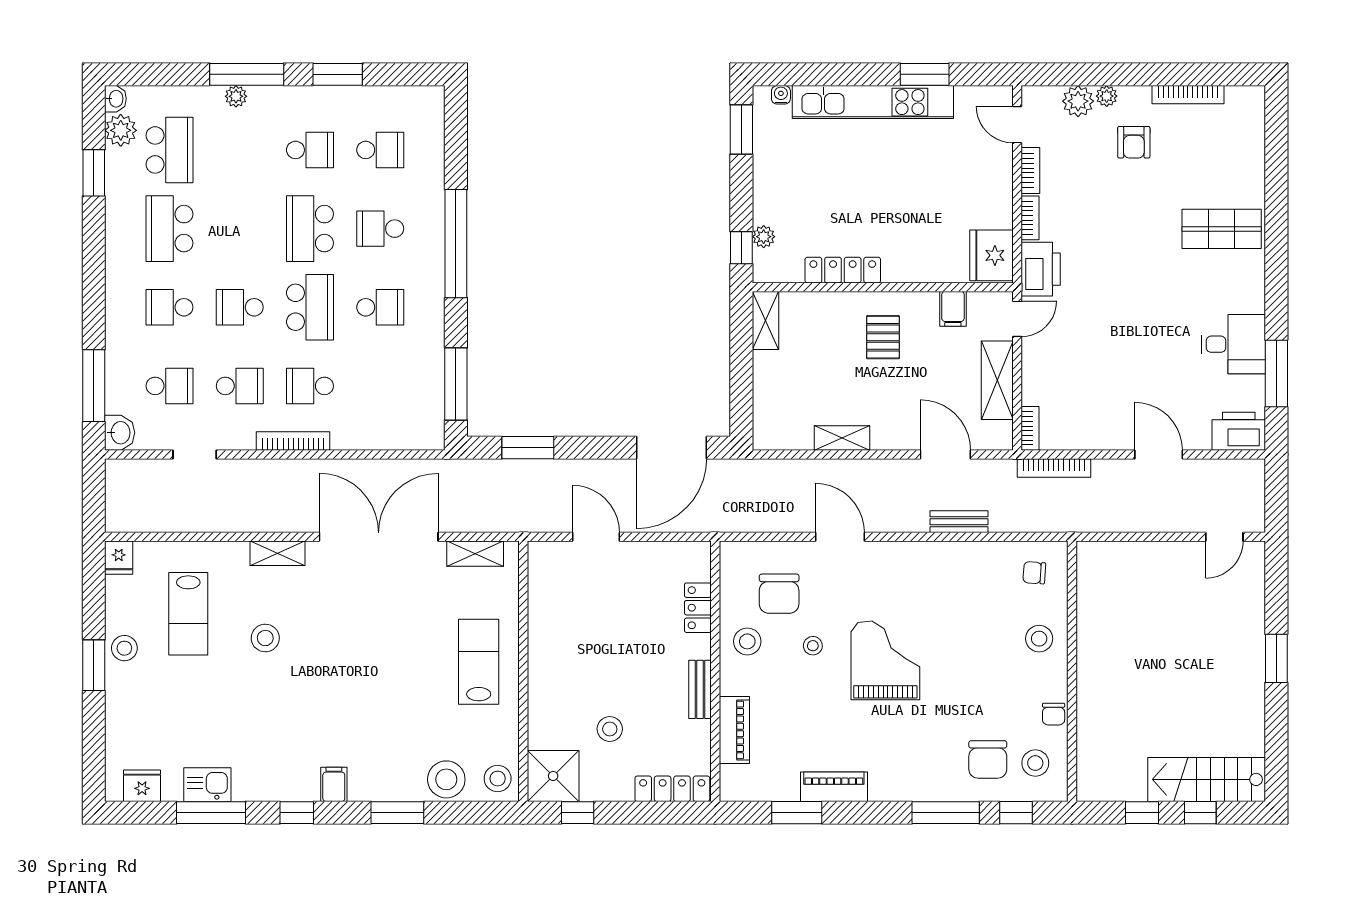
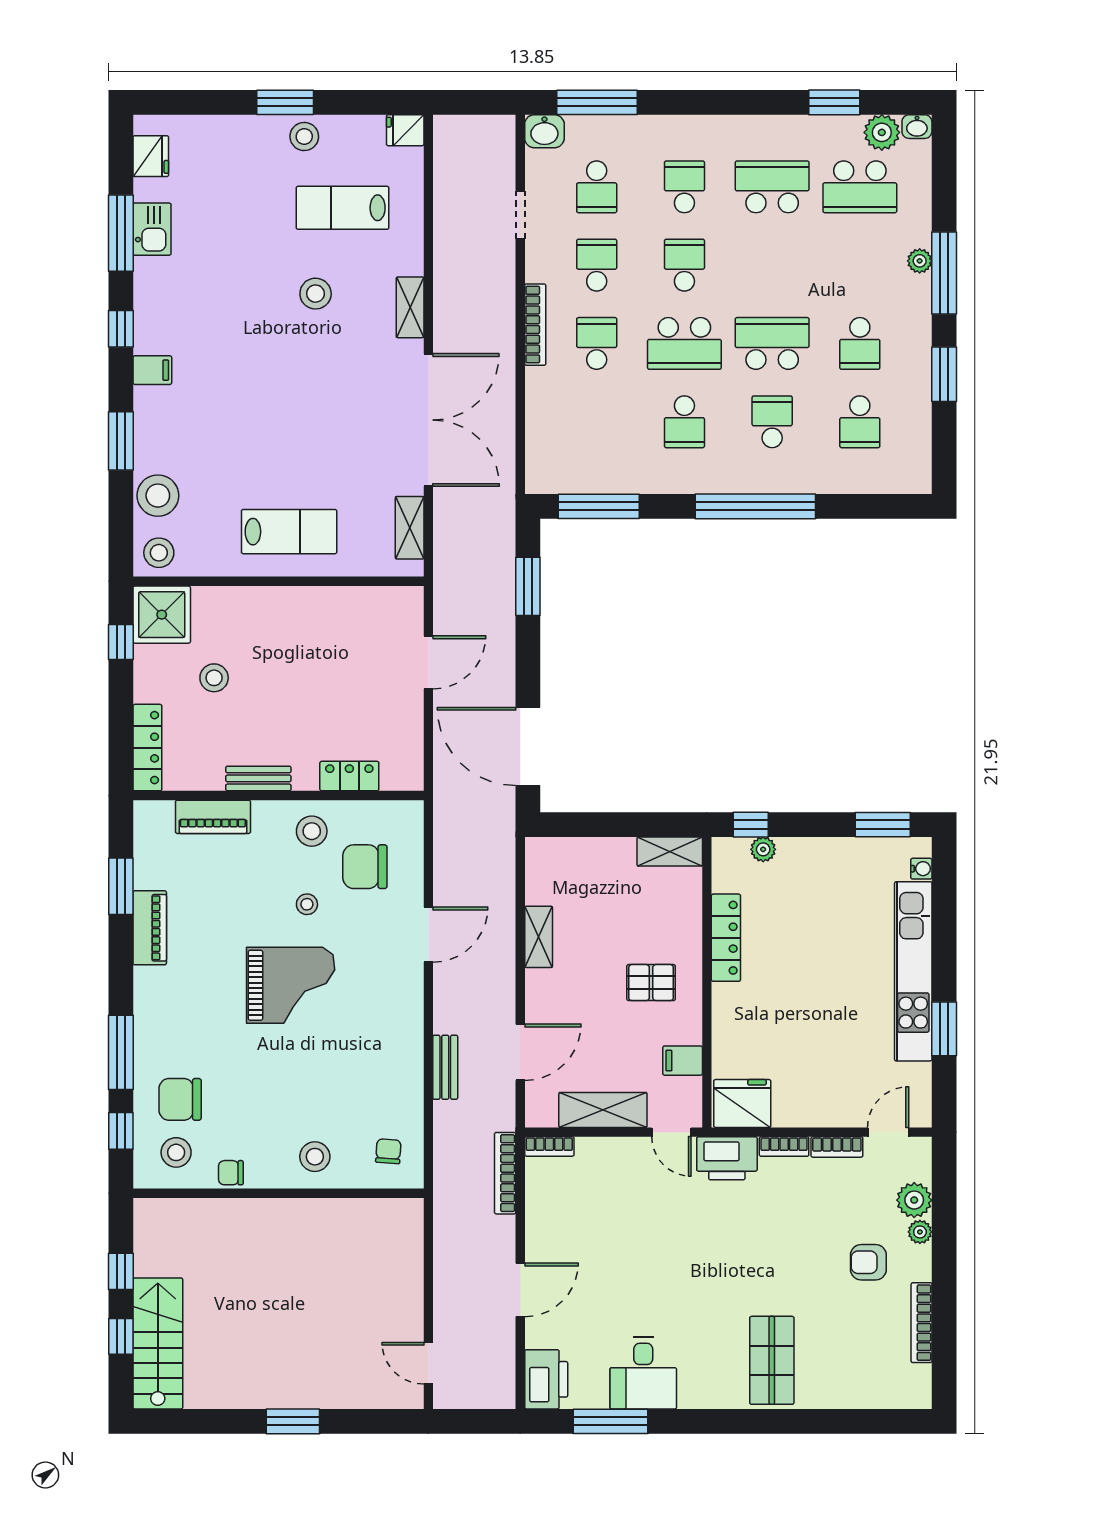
school desk: (240, 386) -> (597, 265), turned 180

